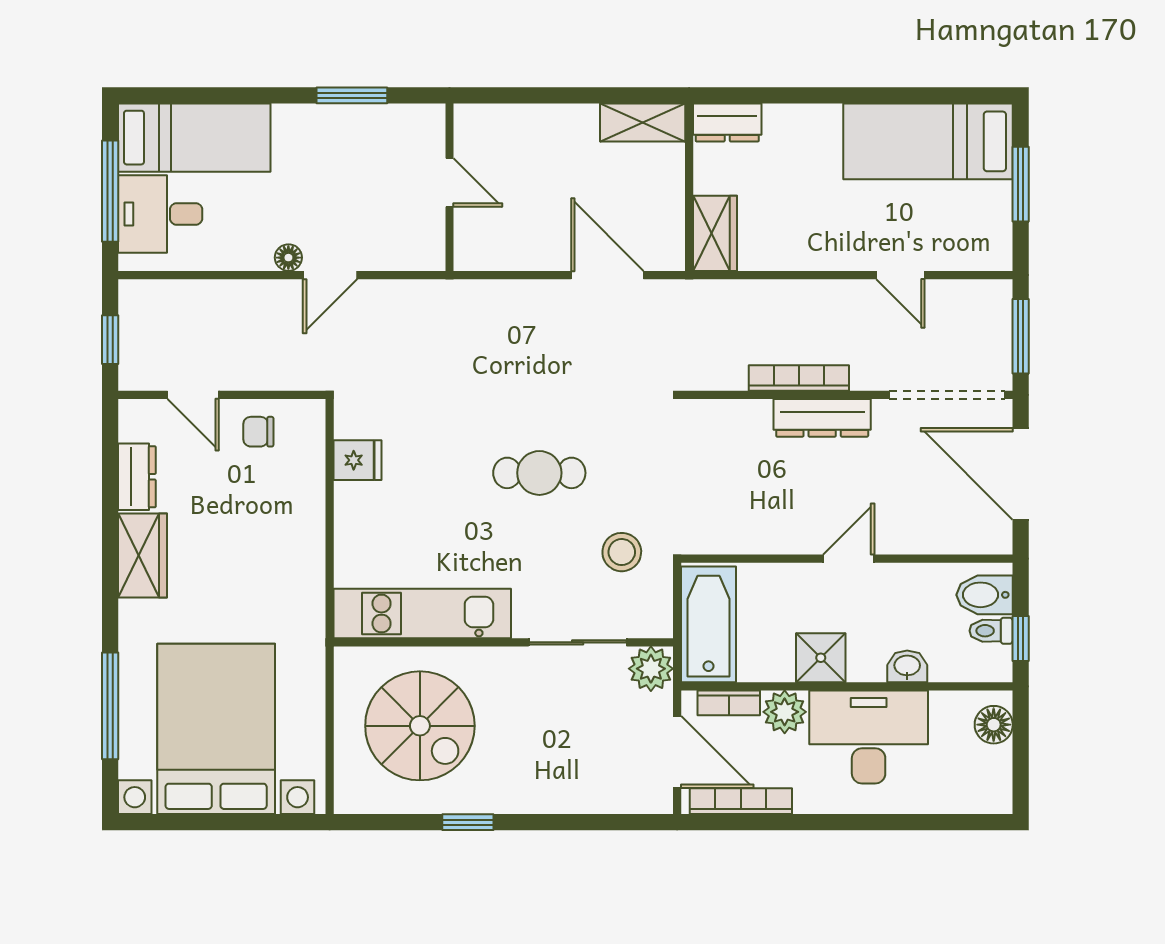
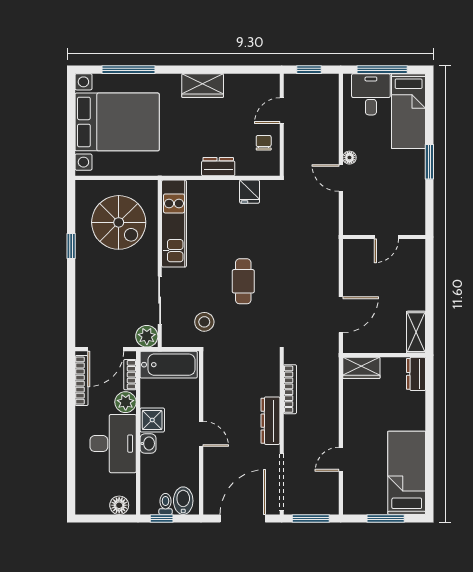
window: (352, 95) -> (429, 162), moved
bookcase: (799, 378) -> (290, 389), moved
dresser: (137, 477) -> (218, 167), moved, turned 180
washbasin: (907, 666) -> (148, 444), moved
spiral stairs: (420, 726) -> (119, 222), turned -90

